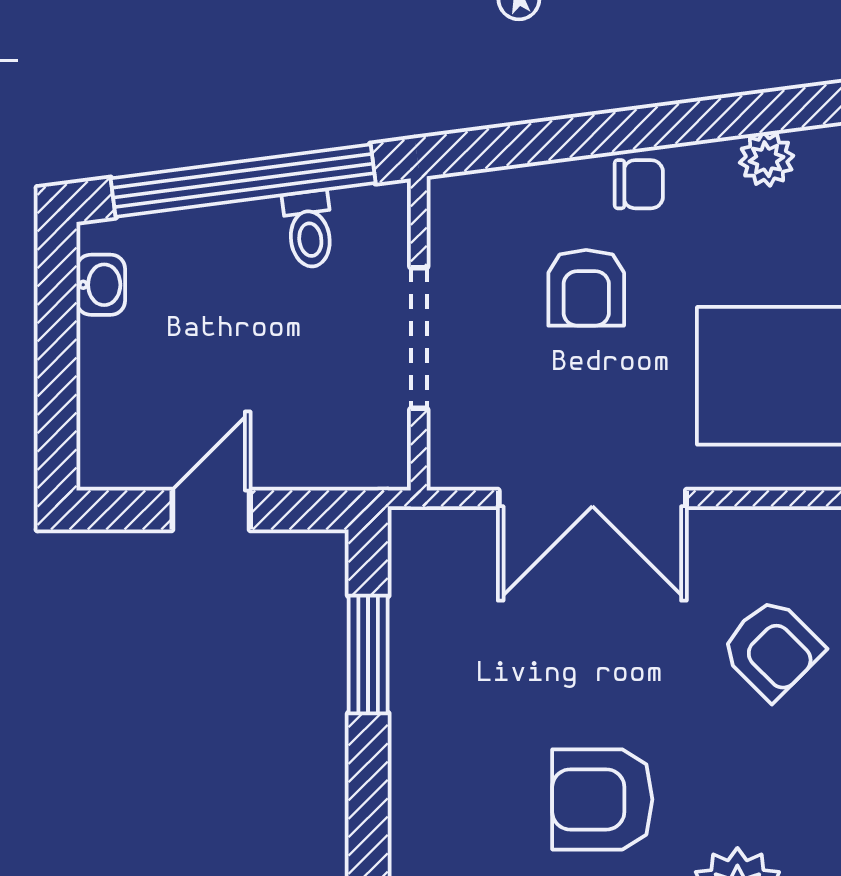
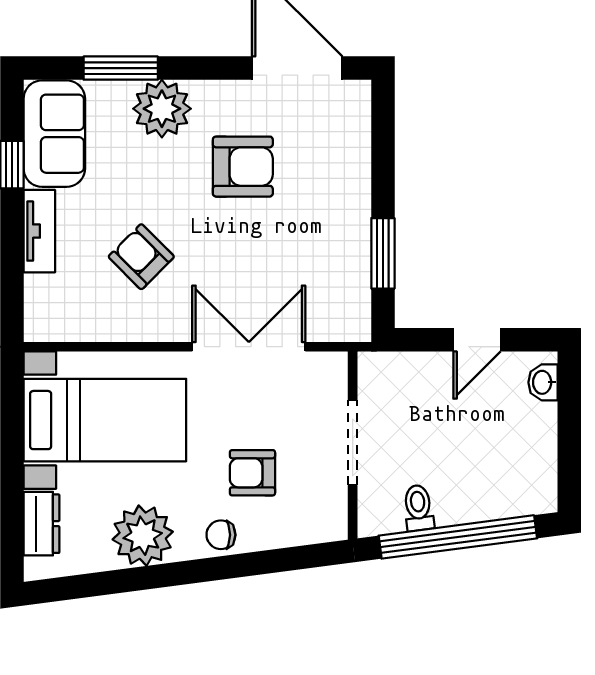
plant: (767, 159) -> (143, 536), width x1.87, depth x1.87
washbasin: (101, 285) -> (543, 382), moved
armchair: (586, 288) -> (252, 473), turned -90

